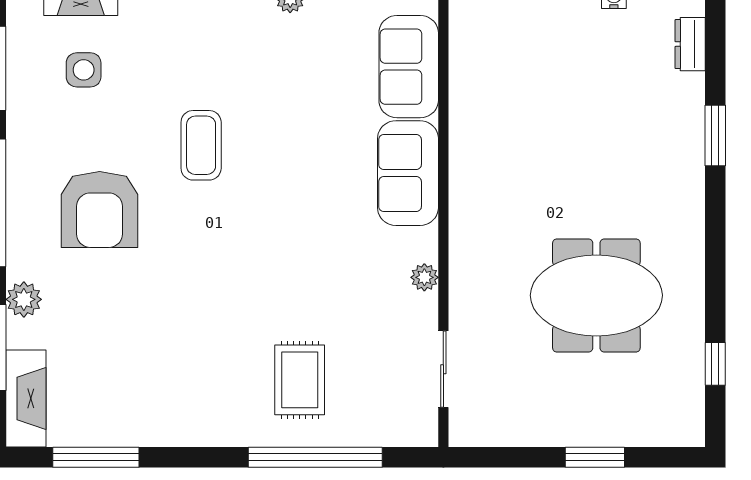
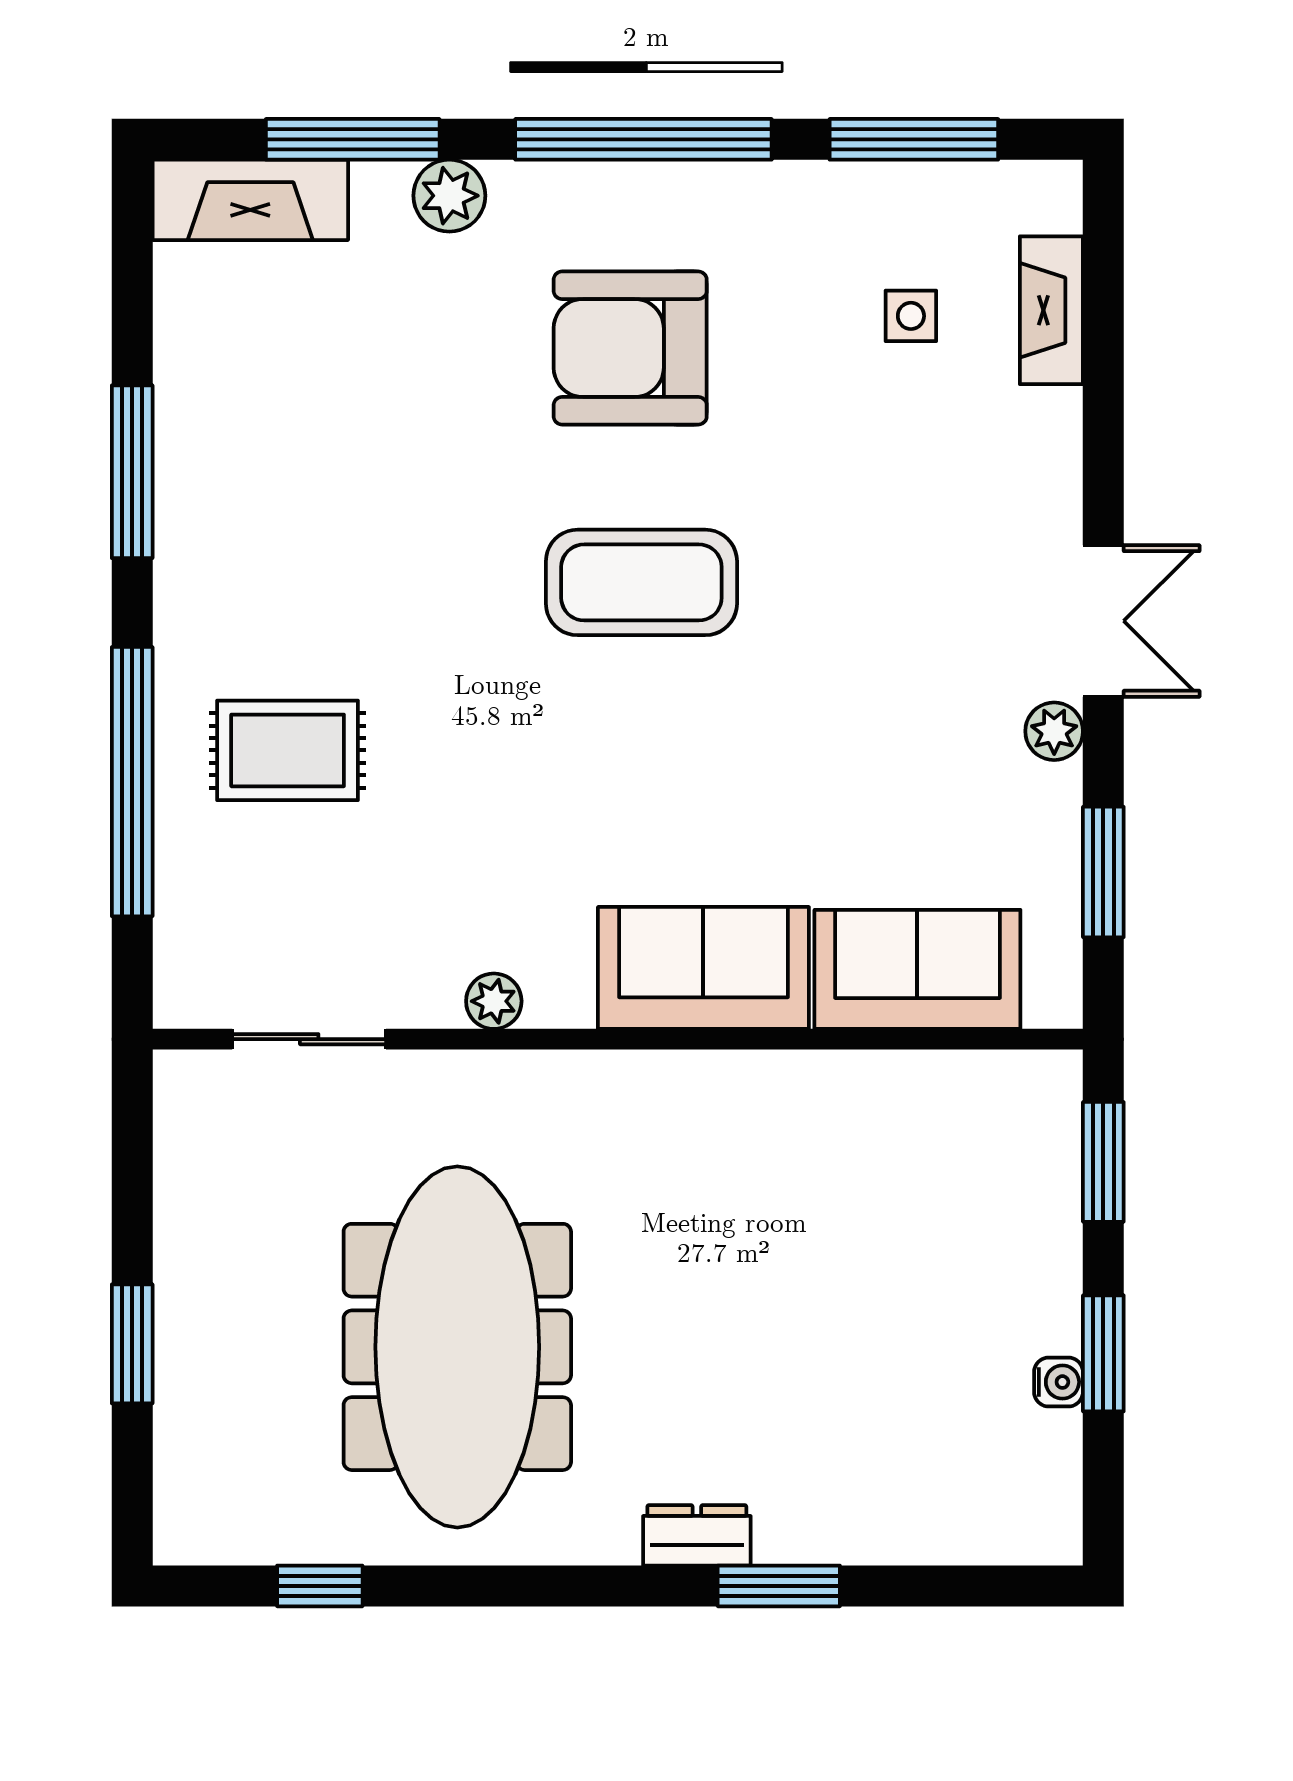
dresser: (690, 44) -> (697, 1535), moved
side table: (84, 70) -> (911, 316), width x0.73, depth x0.73
coffee table: (201, 145) -> (641, 582), moved, width x1.36, depth x1.32
meeting table: (596, 295) -> (457, 1347), width x1.36
window: (96, 457) -> (132, 472), moved

